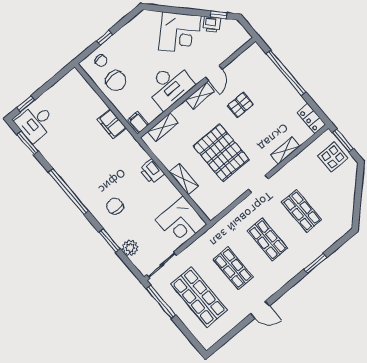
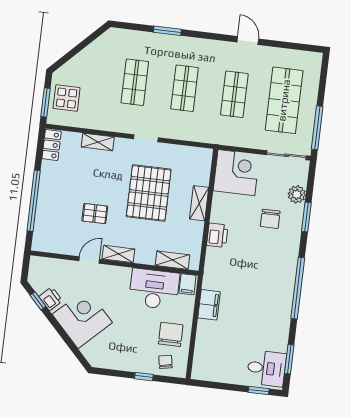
desk: (169, 86) -> (154, 289), moved
chair: (115, 206) -> (270, 219), moved

